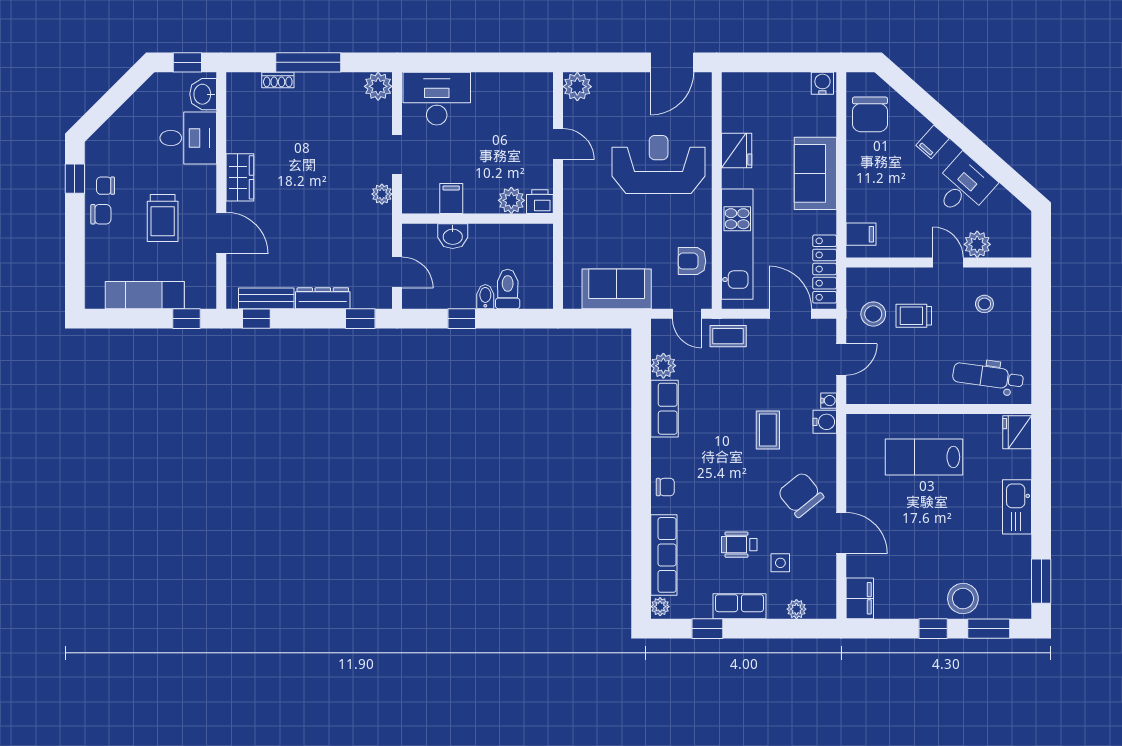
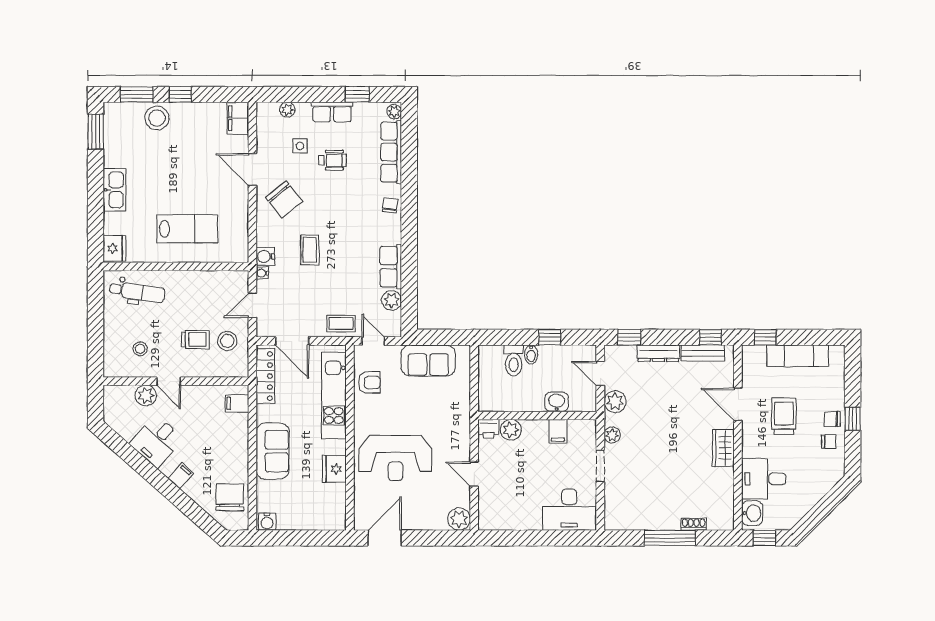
plant: (378, 86) -> (615, 402), moved
window: (75, 179) -> (853, 419), moved
chair: (665, 487) -> (390, 205), turned 98

